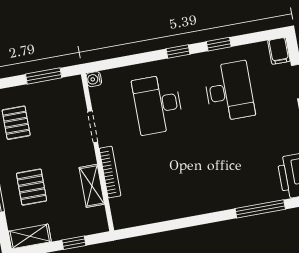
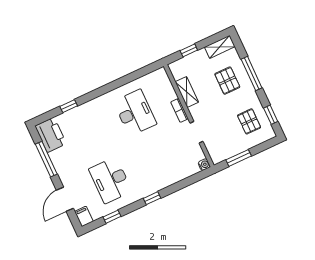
window: (219, 44) -> (112, 217), moved
desk: (158, 104) -> (135, 113), moved
bookcase: (110, 172) -> (179, 110), width x0.64
window: (260, 209) -> (69, 106), width x0.46

